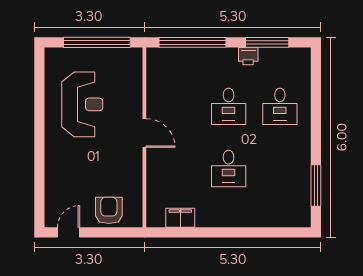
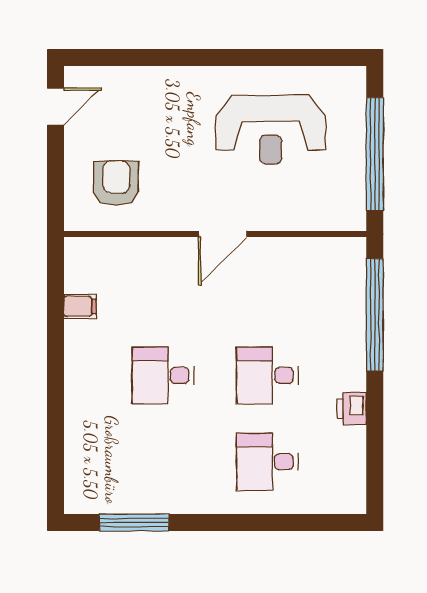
window: (267, 42) -> (375, 440), removed
armchair: (109, 210) -> (116, 183), moved, turned -90
filing cabinet: (180, 218) -> (80, 306), width x0.50
door: (69, 232) -> (55, 107), hinge flipped

